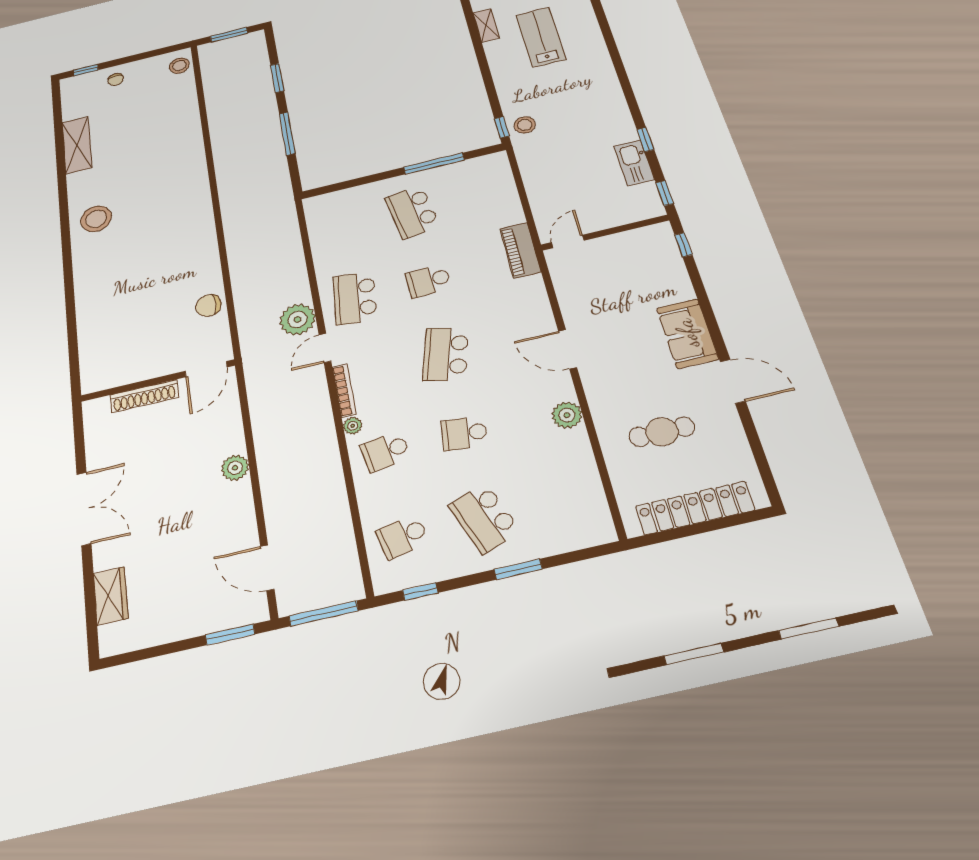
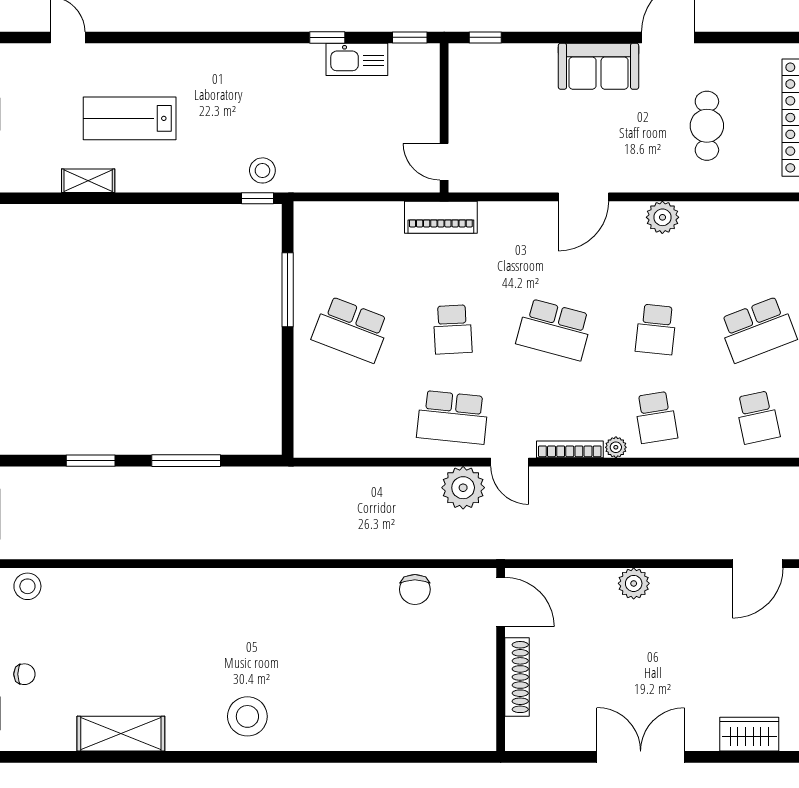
school desk: (412, 212) -> (351, 329), turned 30

